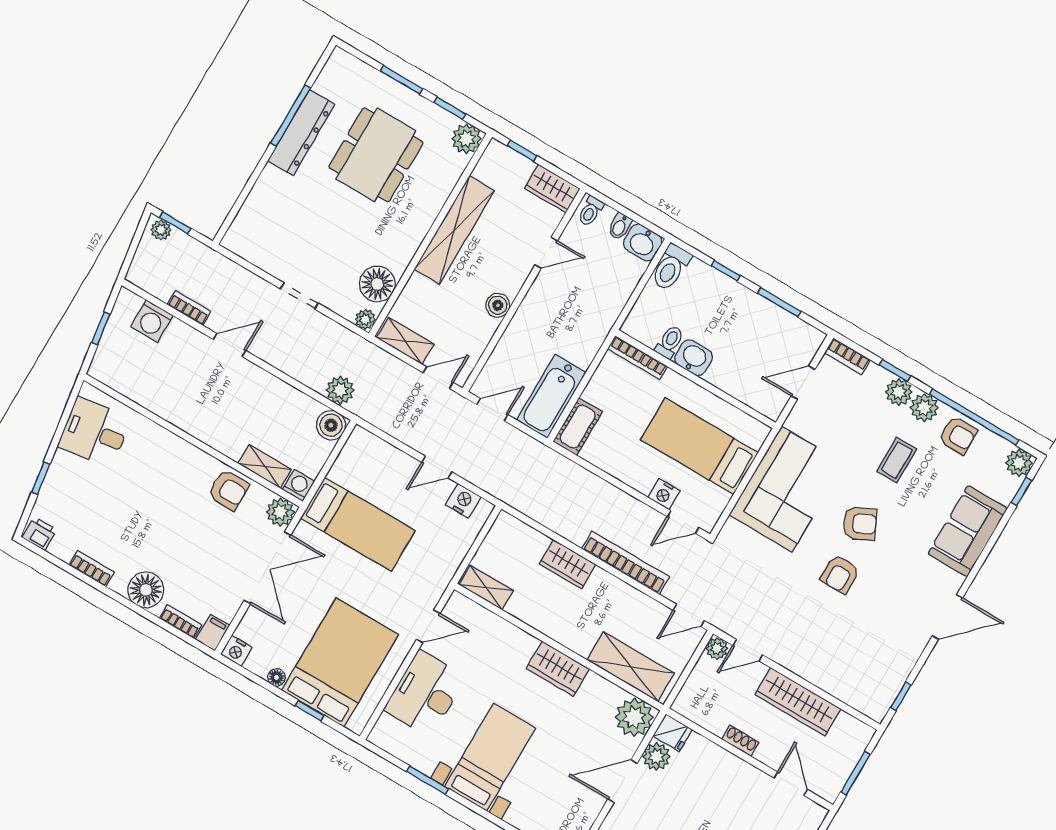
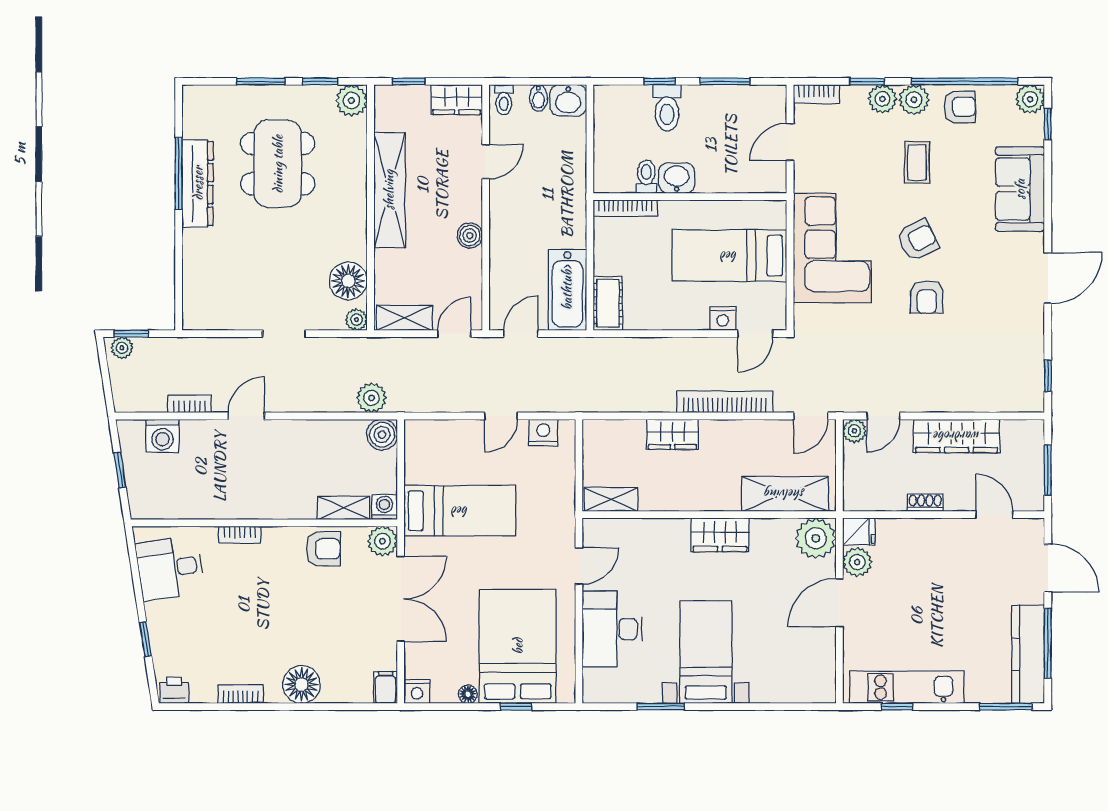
toilet: (671, 267) -> (667, 108), moved
bookcase: (181, 622) -> (240, 535), moved, turned 180

